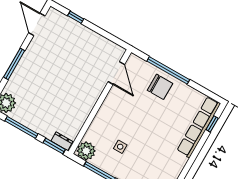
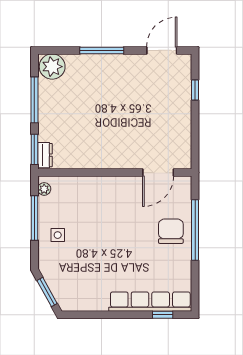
chair: (160, 87) -> (171, 231), turned 180
side table: (120, 147) -> (58, 235), moved
plant: (86, 151) -> (44, 189), width x0.53, depth x0.53

